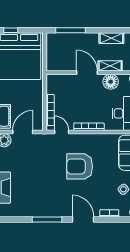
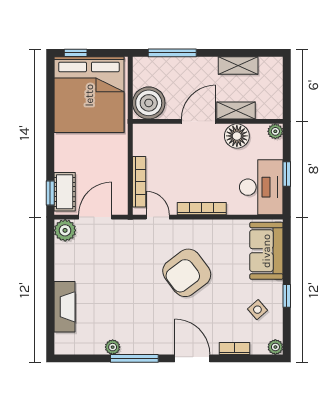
boiler: (56, 61) -> (149, 103), added
door: (87, 73) -> (199, 121), hinge flipped
armchair: (80, 166) -> (187, 273), turned -37
plant: (34, 212) -> (113, 347), added

